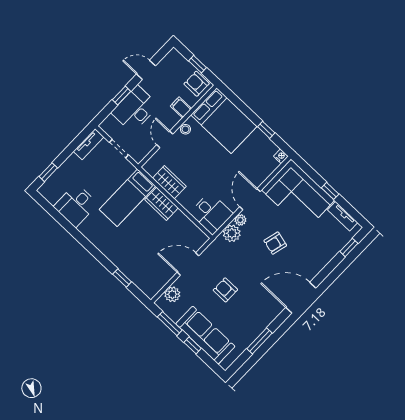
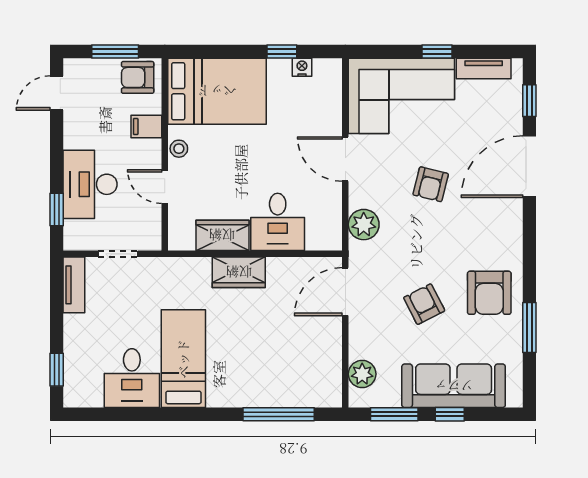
window: (197, 64) -> (115, 52), width x1.50
door: (146, 70) -> (57, 93), moved
window: (122, 95) -> (57, 209), moved
nightstand: (281, 156) -> (302, 67), moved
bed: (127, 198) -> (183, 359), moved, turned 180
desk: (211, 213) -> (278, 222), moved, turned 90
plant: (240, 220) -> (359, 197), removed
door: (188, 264) -> (345, 292), moved
window: (122, 278) -> (279, 414), width x2.17
armchair: (225, 290) -> (424, 304), turned 63
door: (301, 298) -> (529, 167), moved
armchair: (257, 311) -> (489, 293), added

